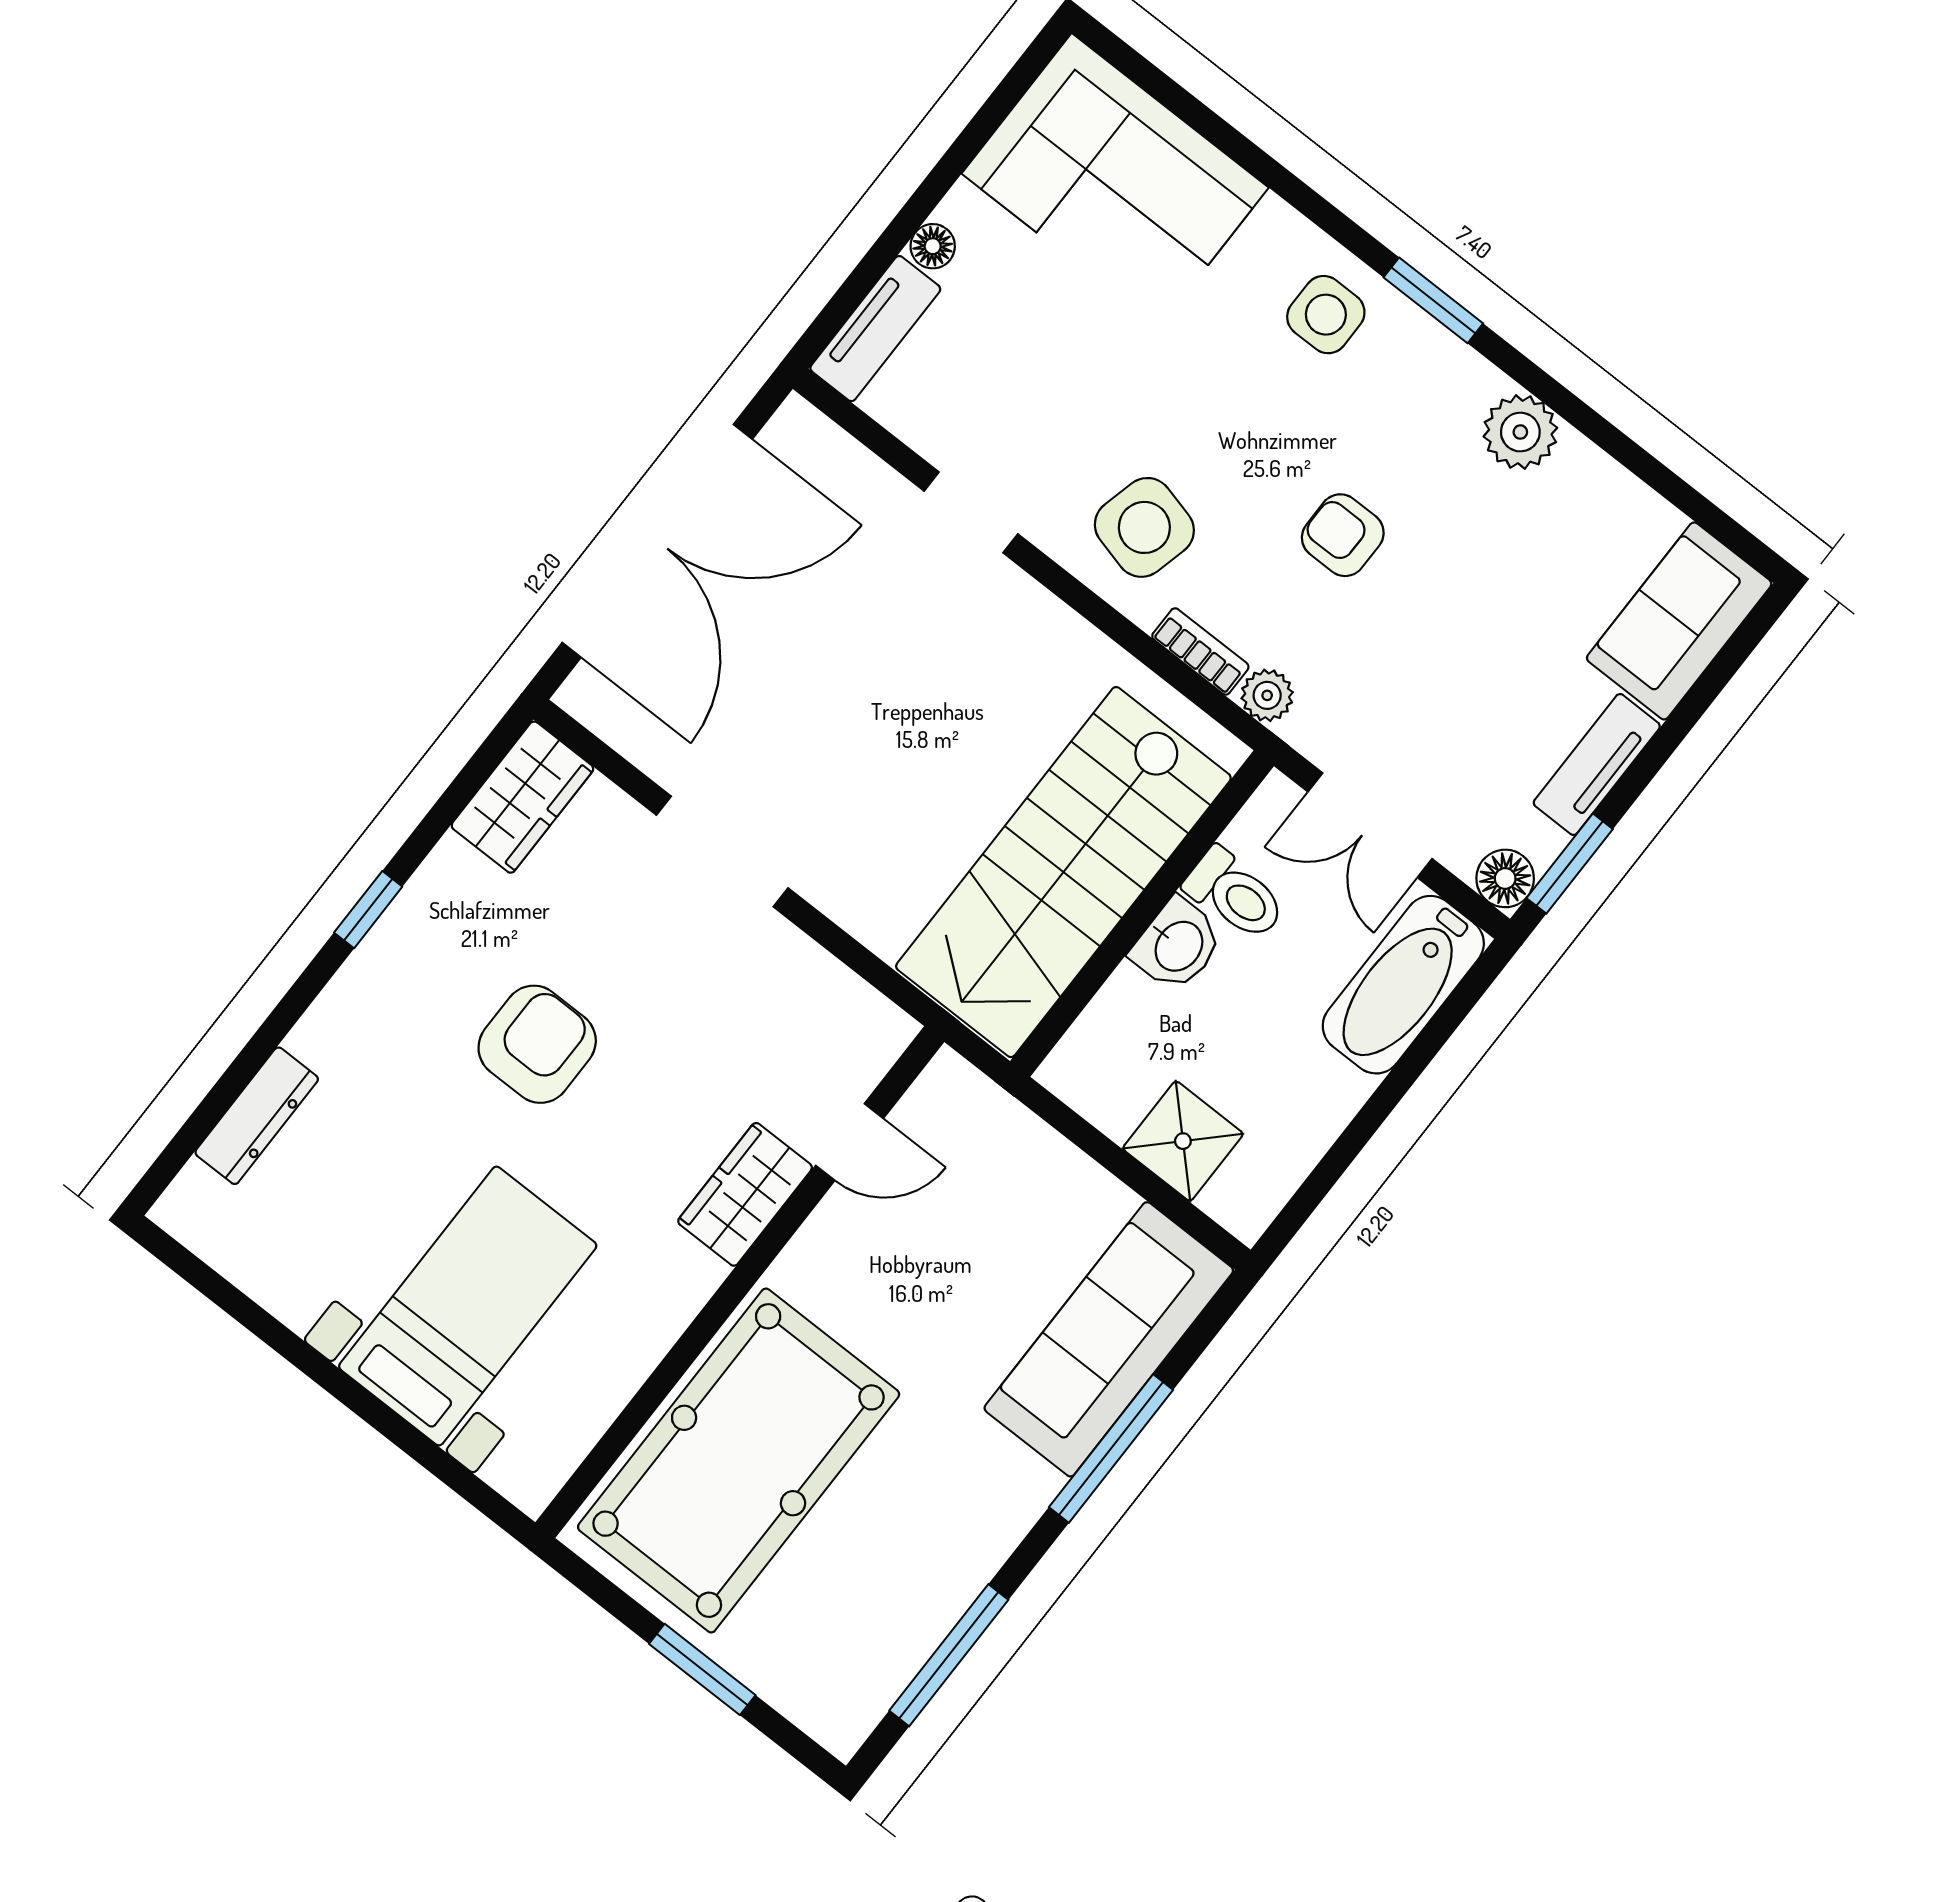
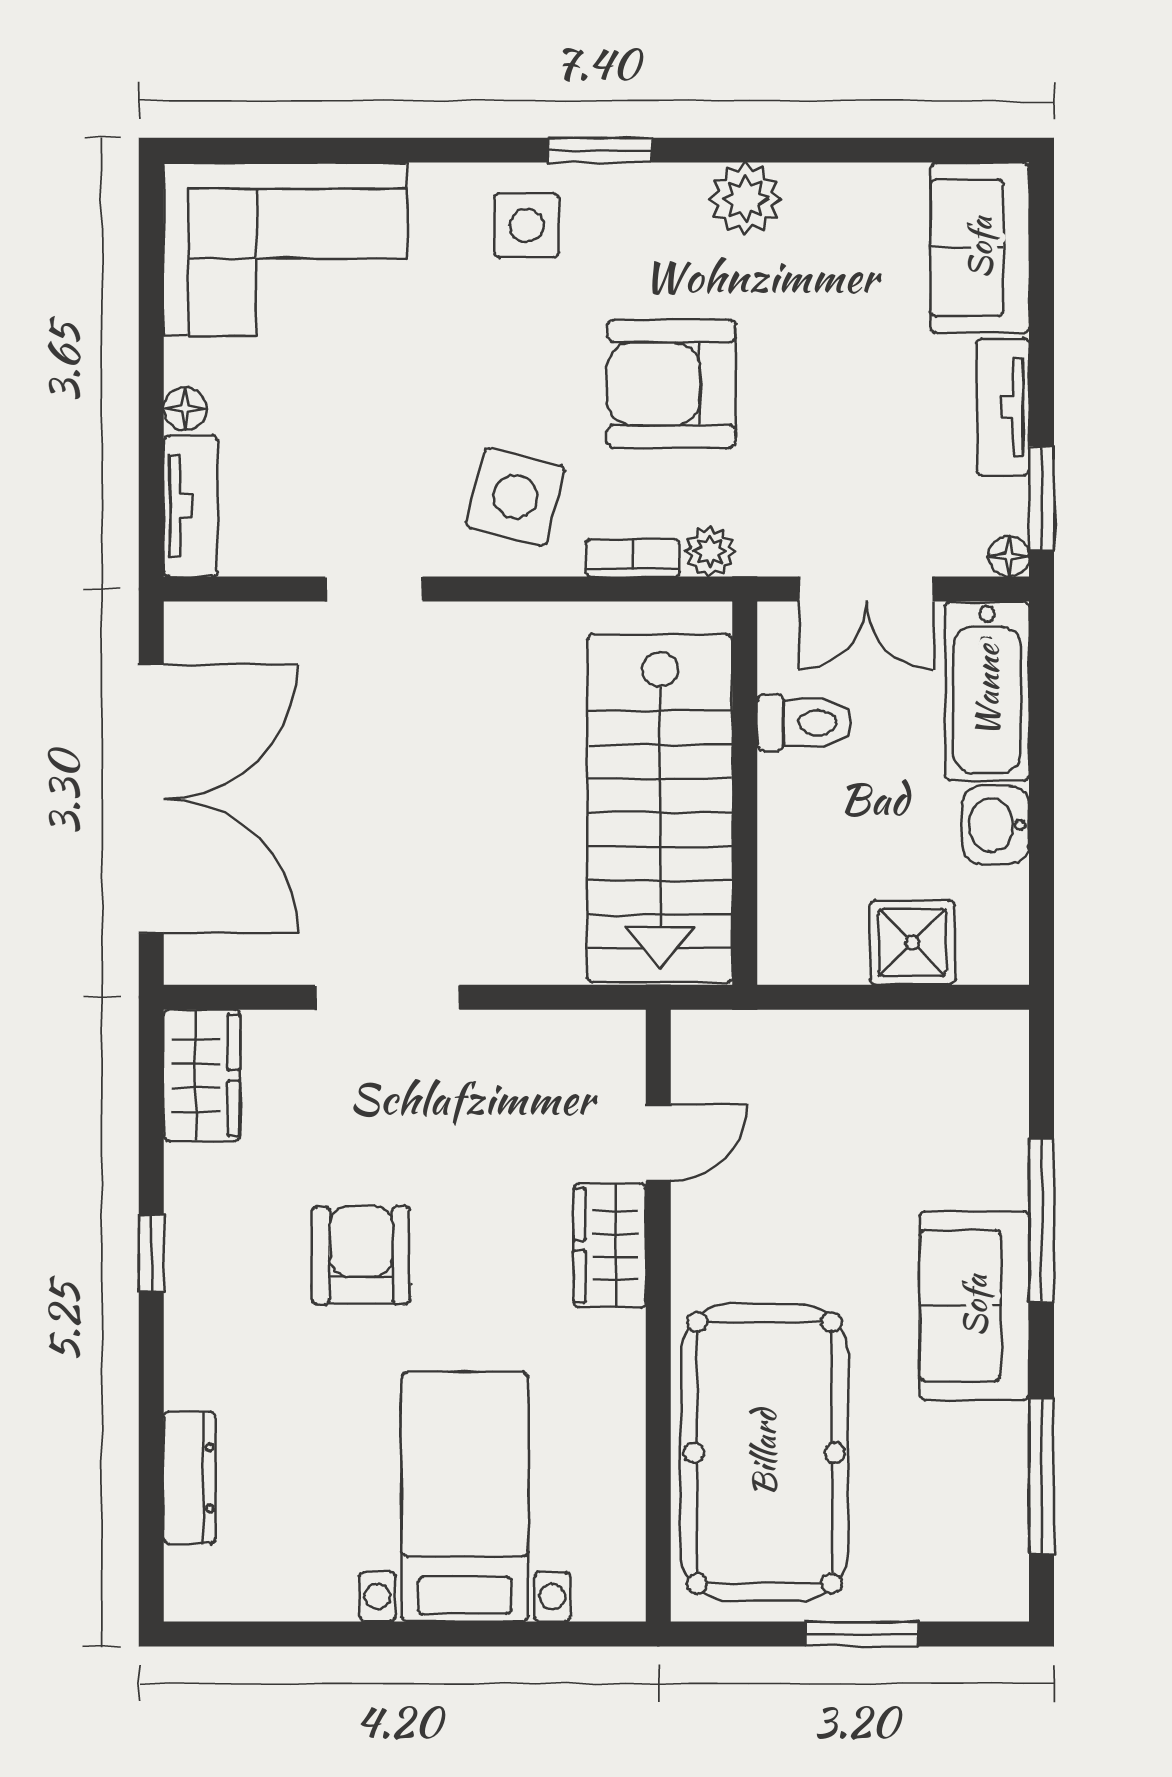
armchair: (1343, 535) -> (672, 384), width x1.88, depth x1.88
floor lamp: (1505, 878) -> (1009, 556), width x0.73, depth x0.73
washbasin: (1177, 945) -> (996, 825), moved, turned 180
sofa: (1109, 1339) -> (975, 1306), moved, width x0.73

